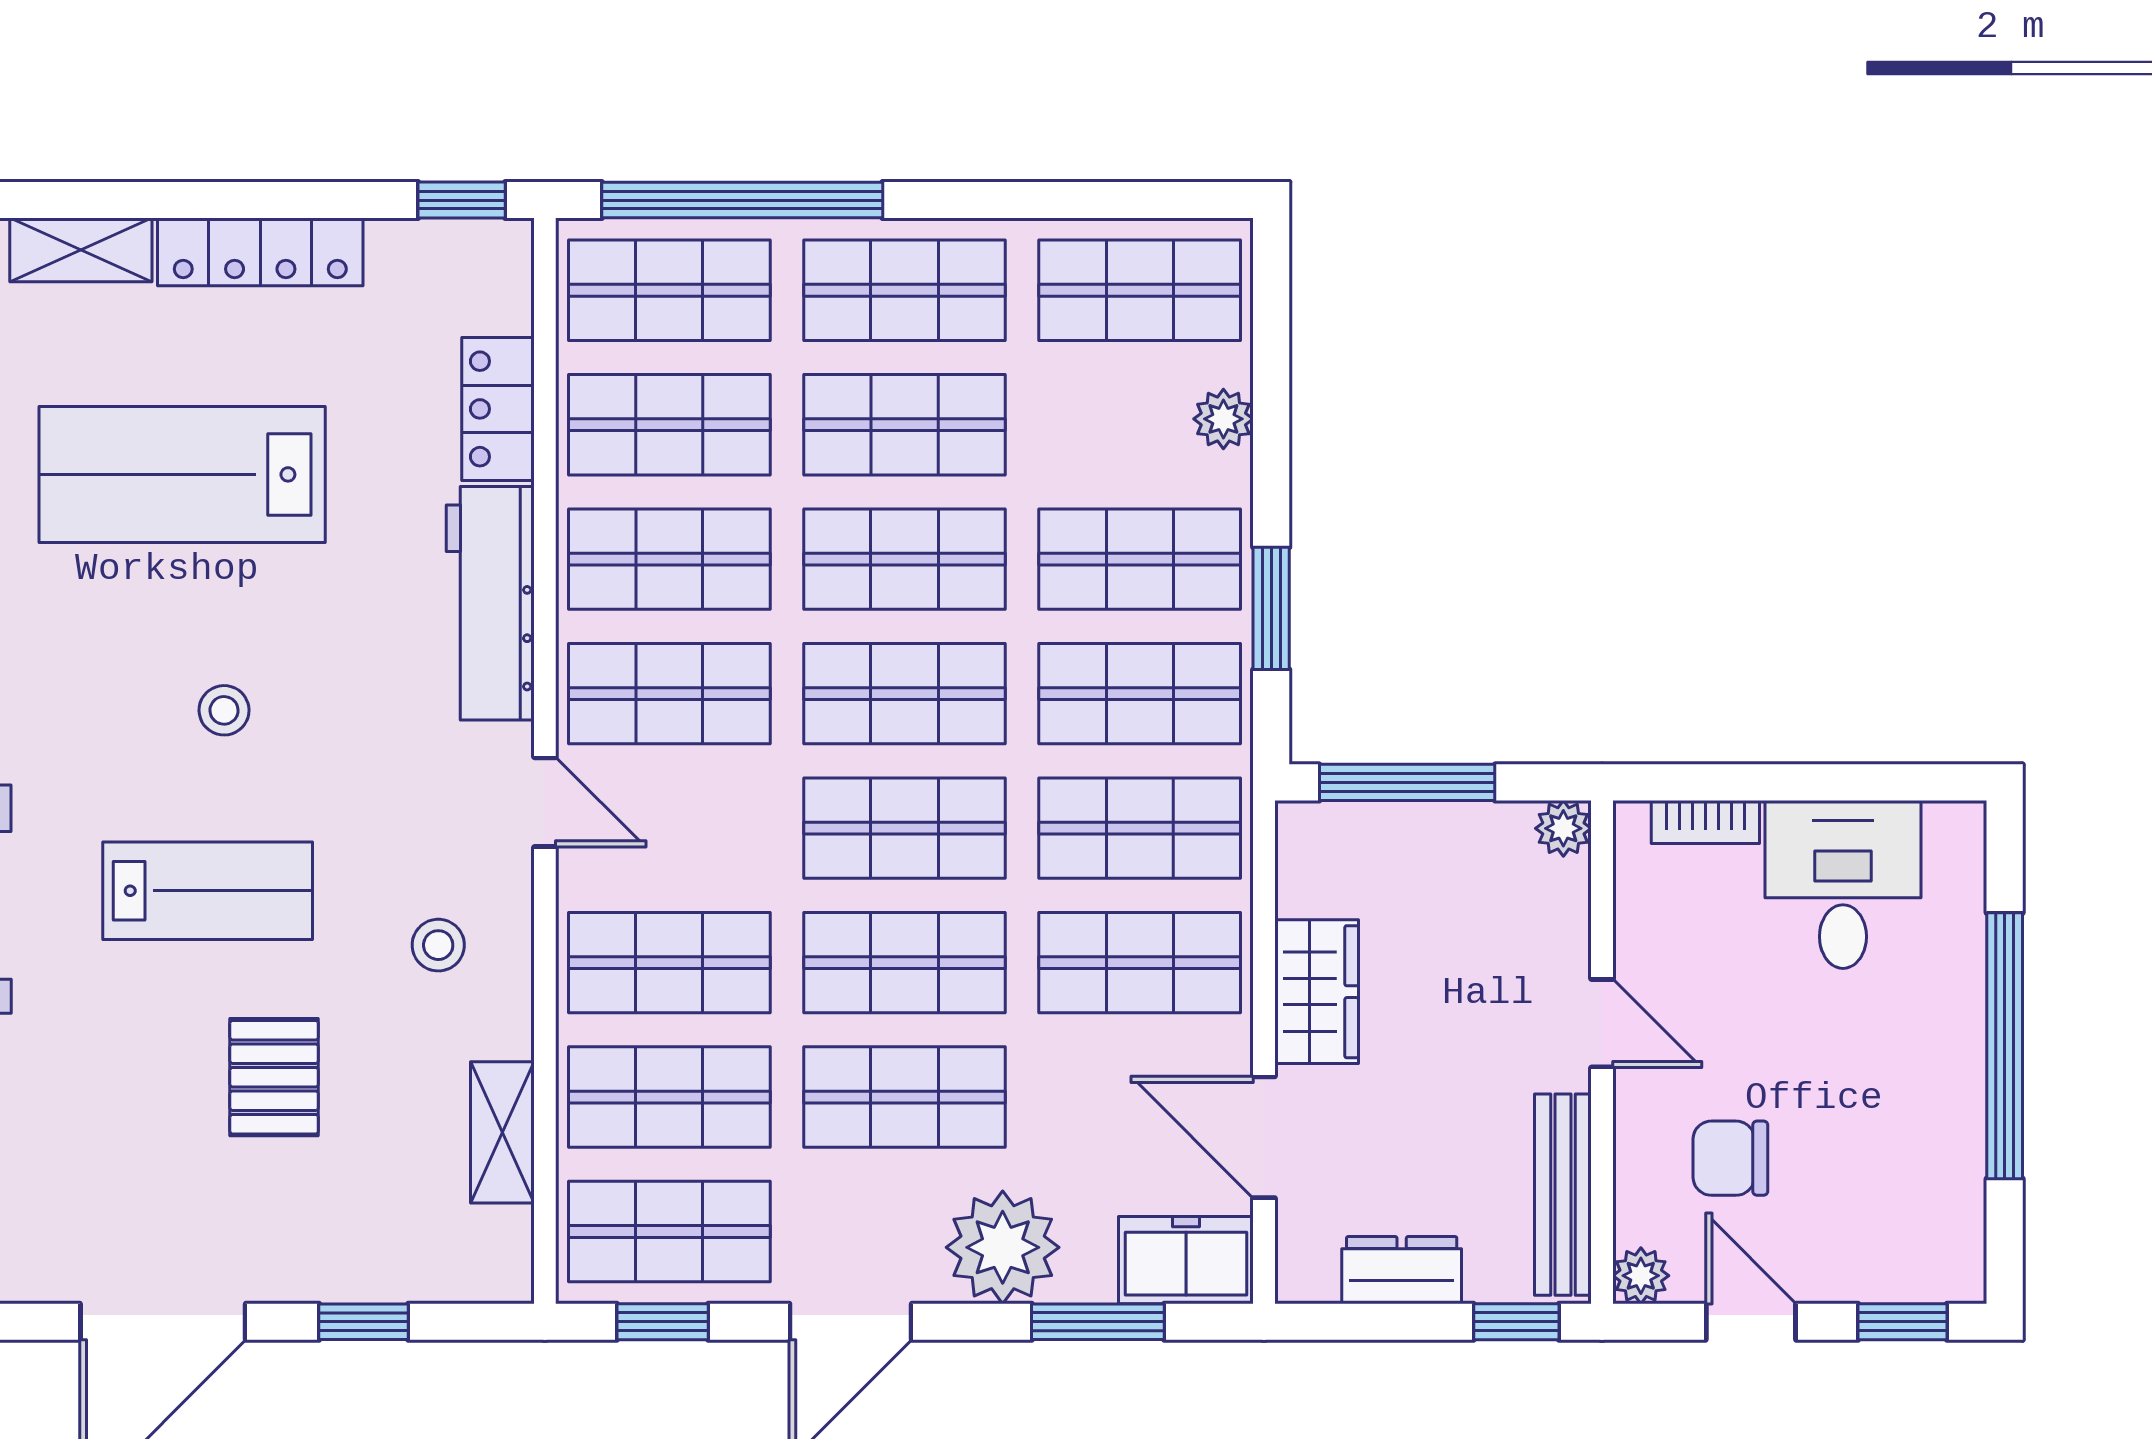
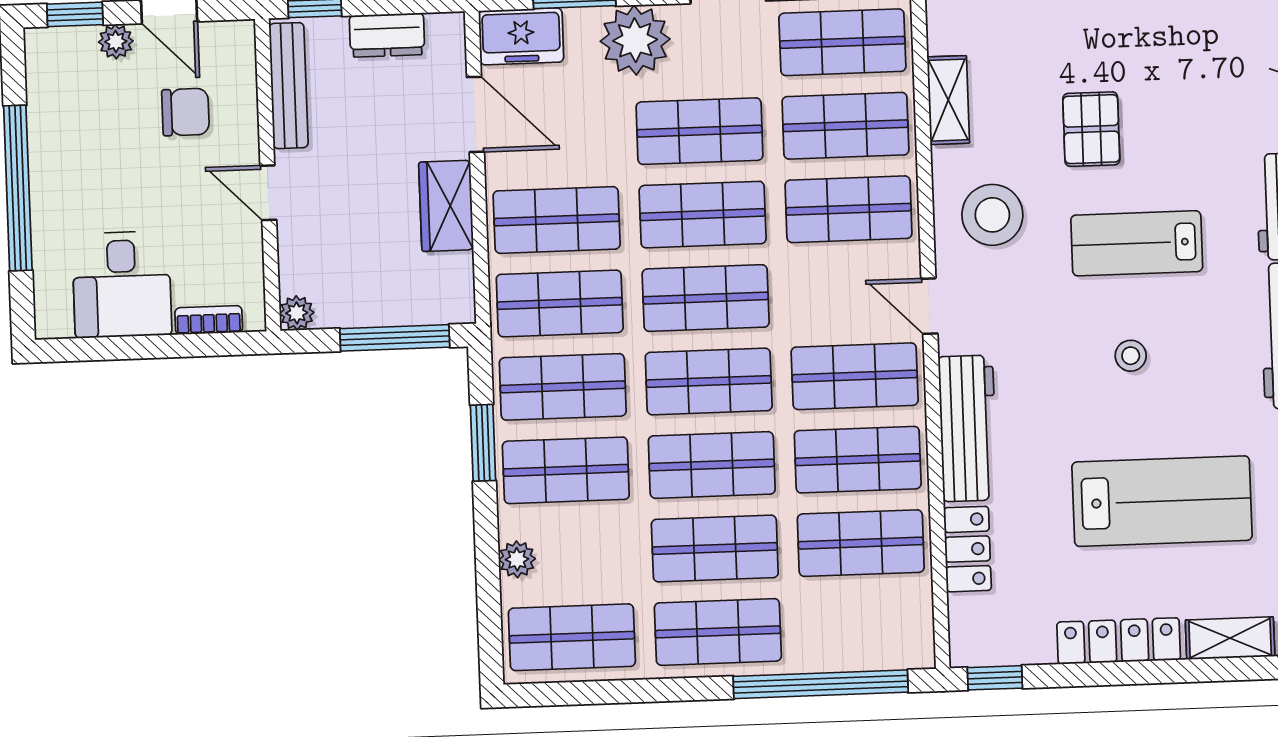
shop shelf: (669, 290) -> (864, 627), removed
stool: (438, 945) -> (992, 215), width x1.89, depth x1.89
plant: (1641, 1276) -> (116, 41), moved

